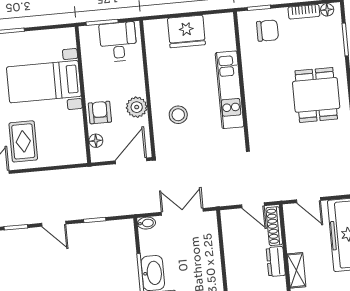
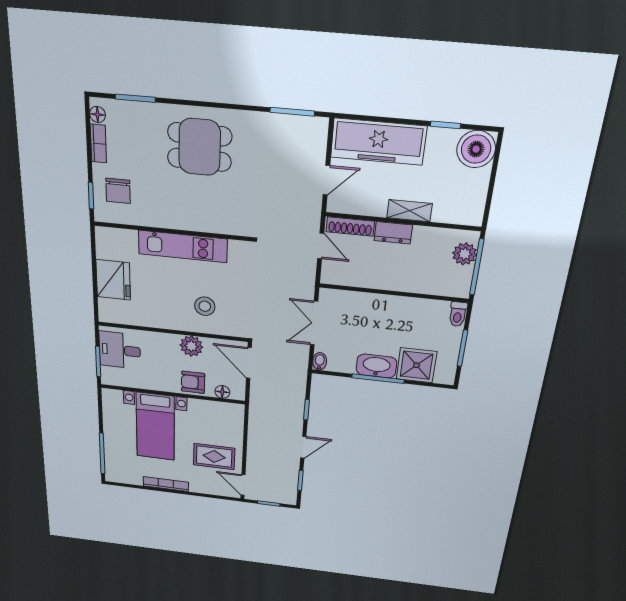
chair: (267, 31) -> (118, 191), turned 180
door: (253, 205) -> (321, 246), hinge flipped

